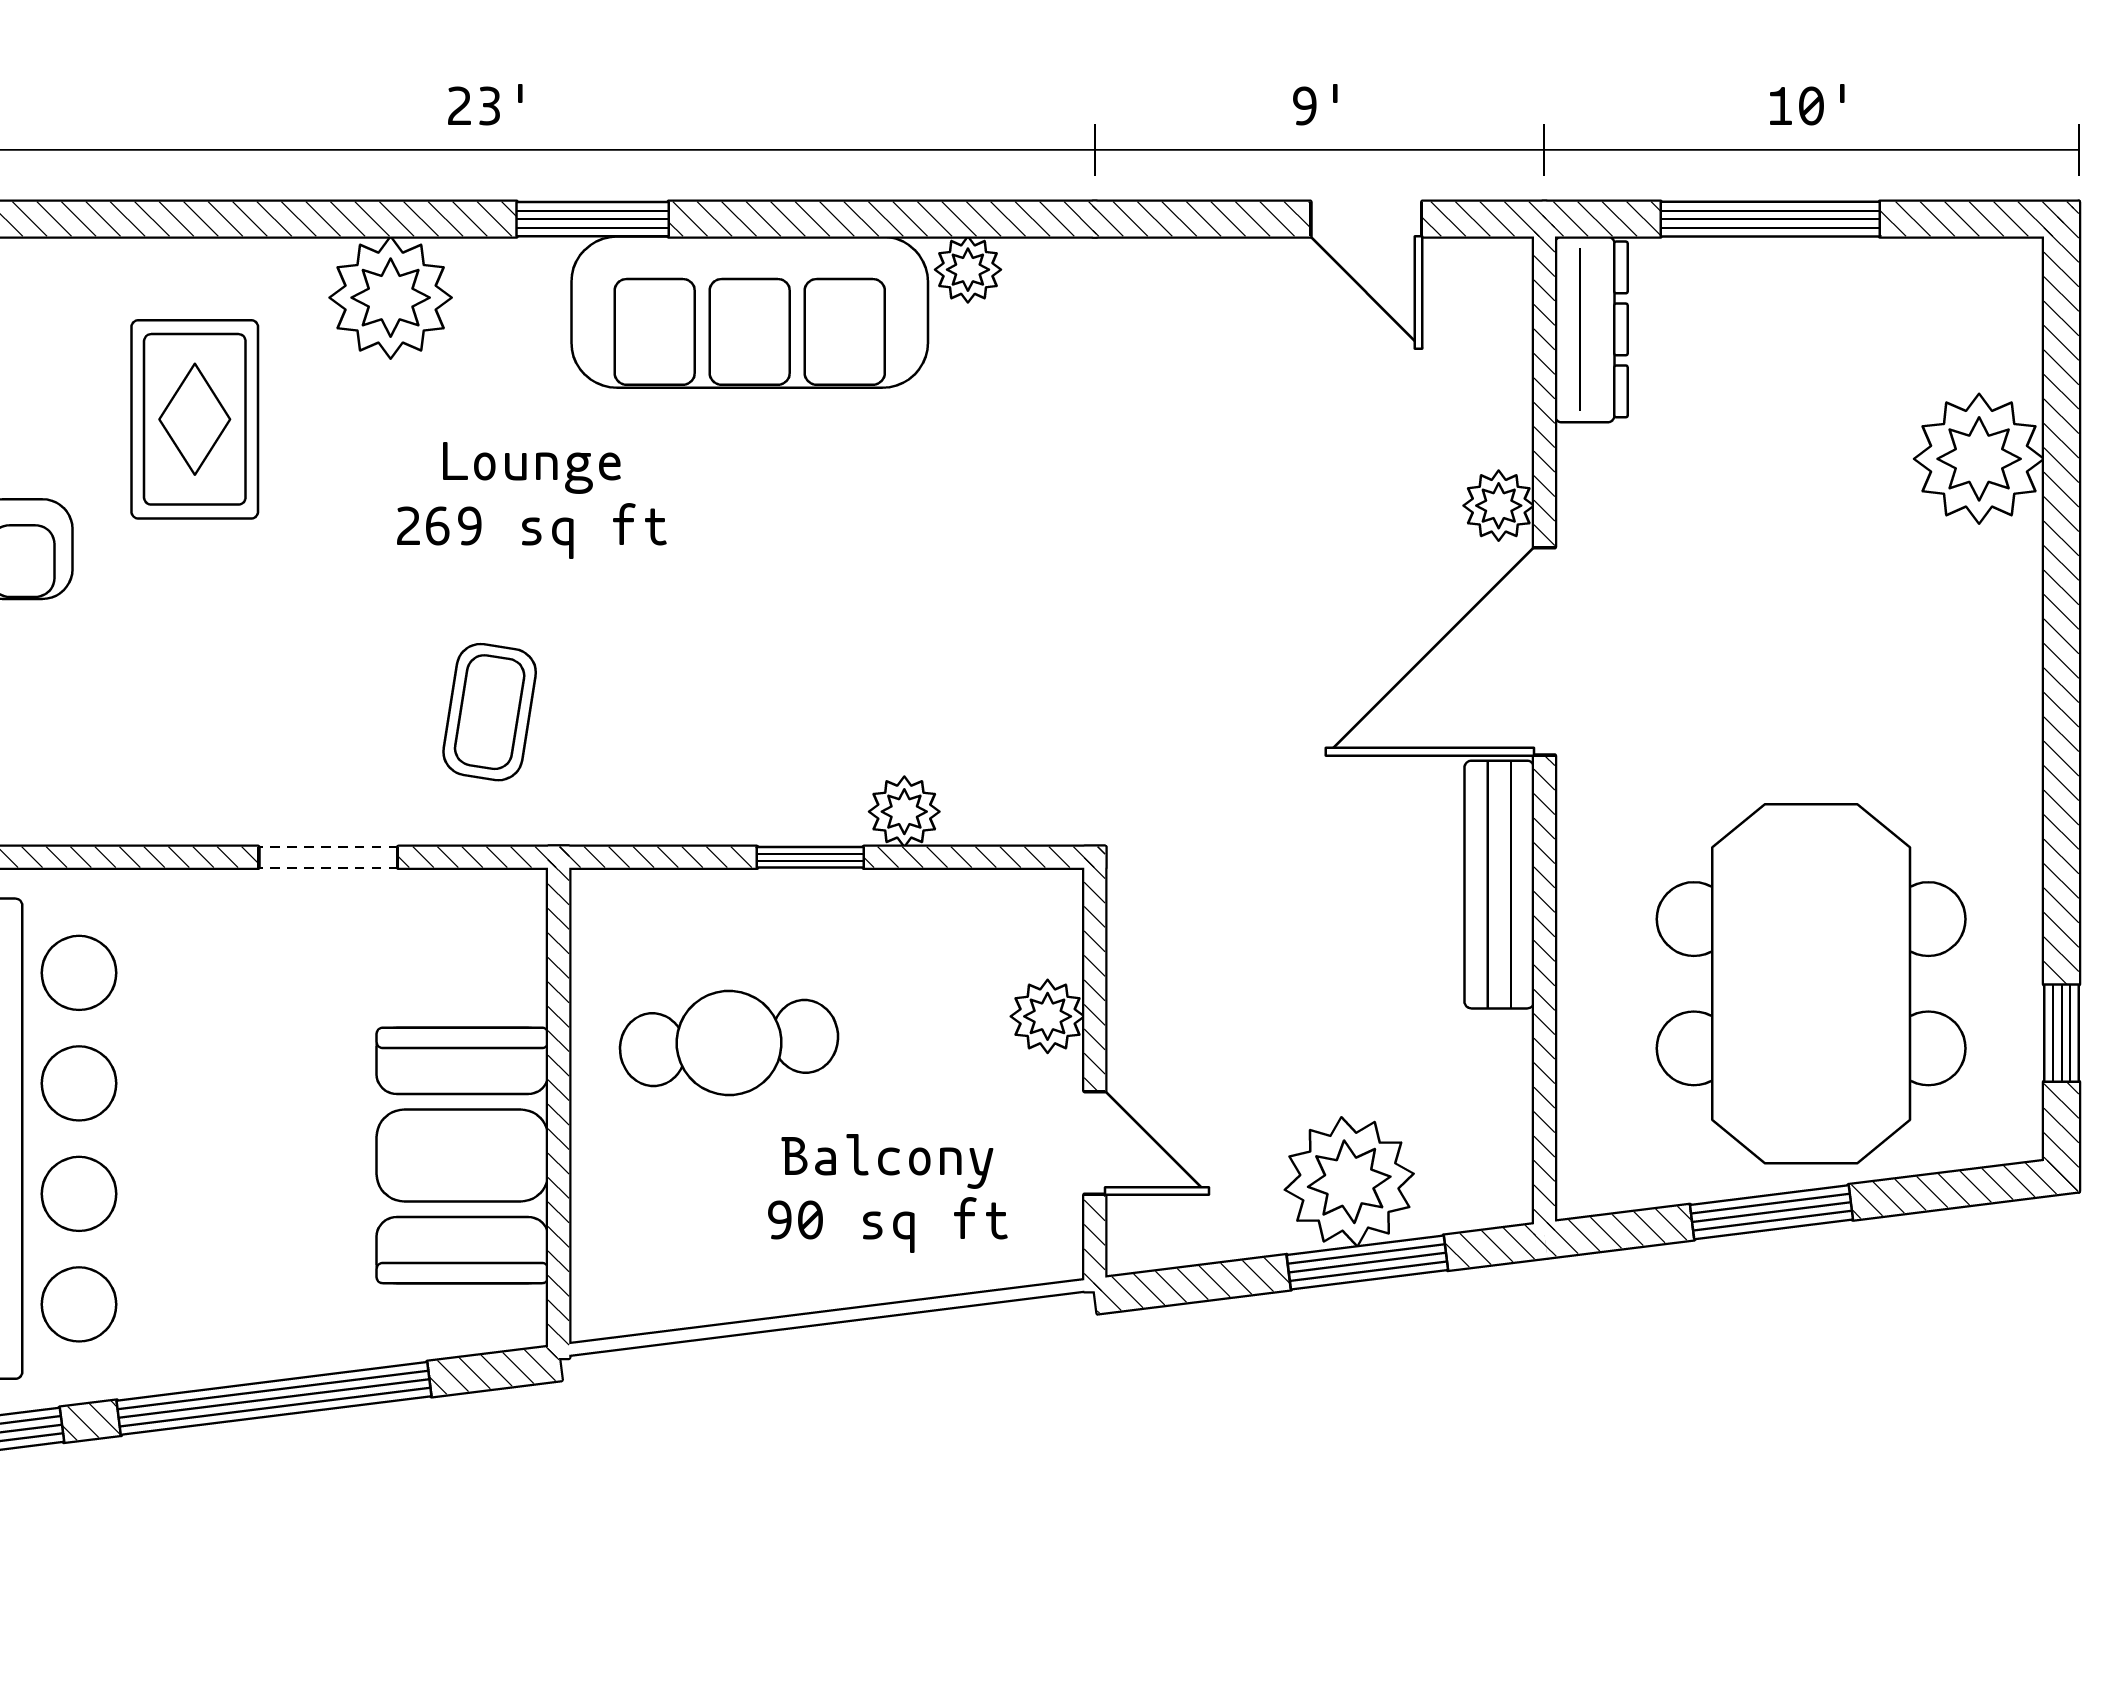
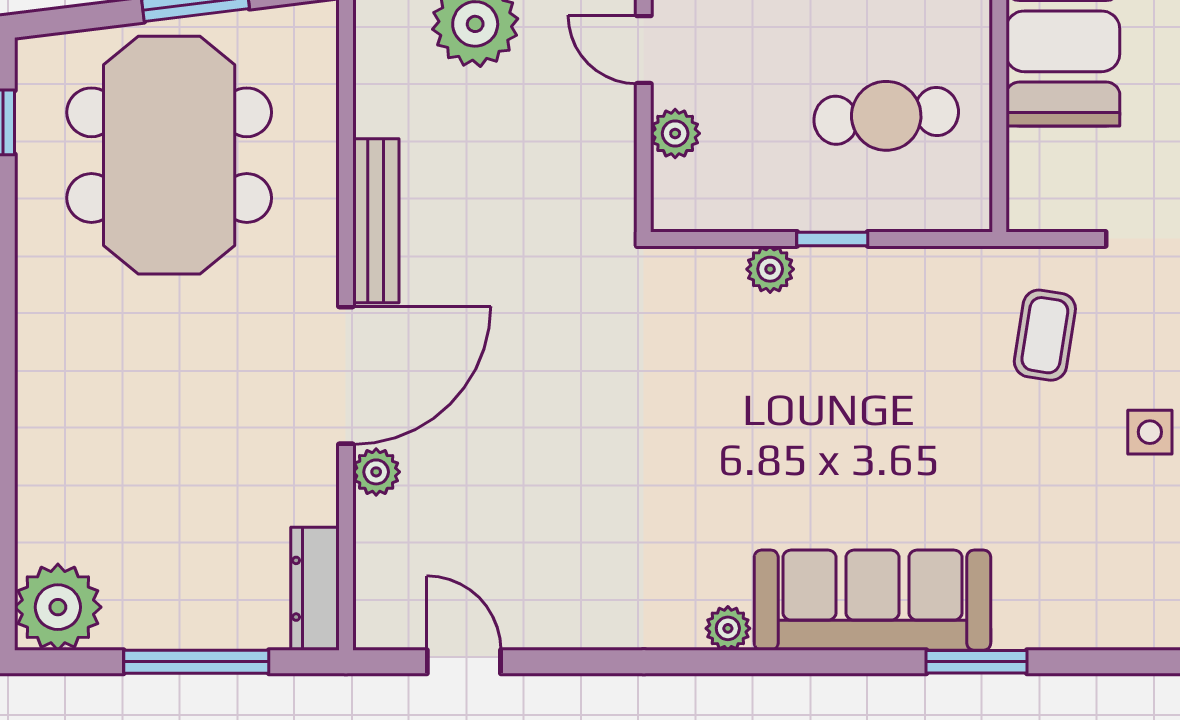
plant: (391, 298) -> (1110, 610), removed
plant: (1979, 459) -> (58, 607), moved
side table: (331, 566) -> (1150, 432), added

